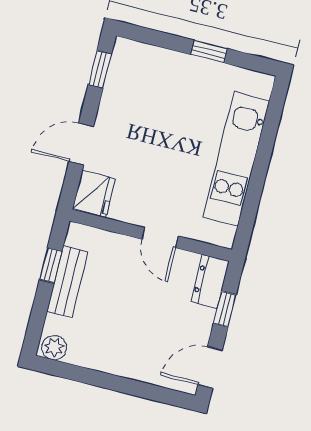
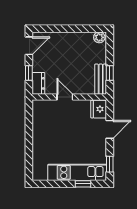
window: (209, 51) -> (83, 184), moved
kitchen unit: (236, 159) -> (77, 172), moved, turned -90
bench: (67, 282) -> (101, 79), moved

